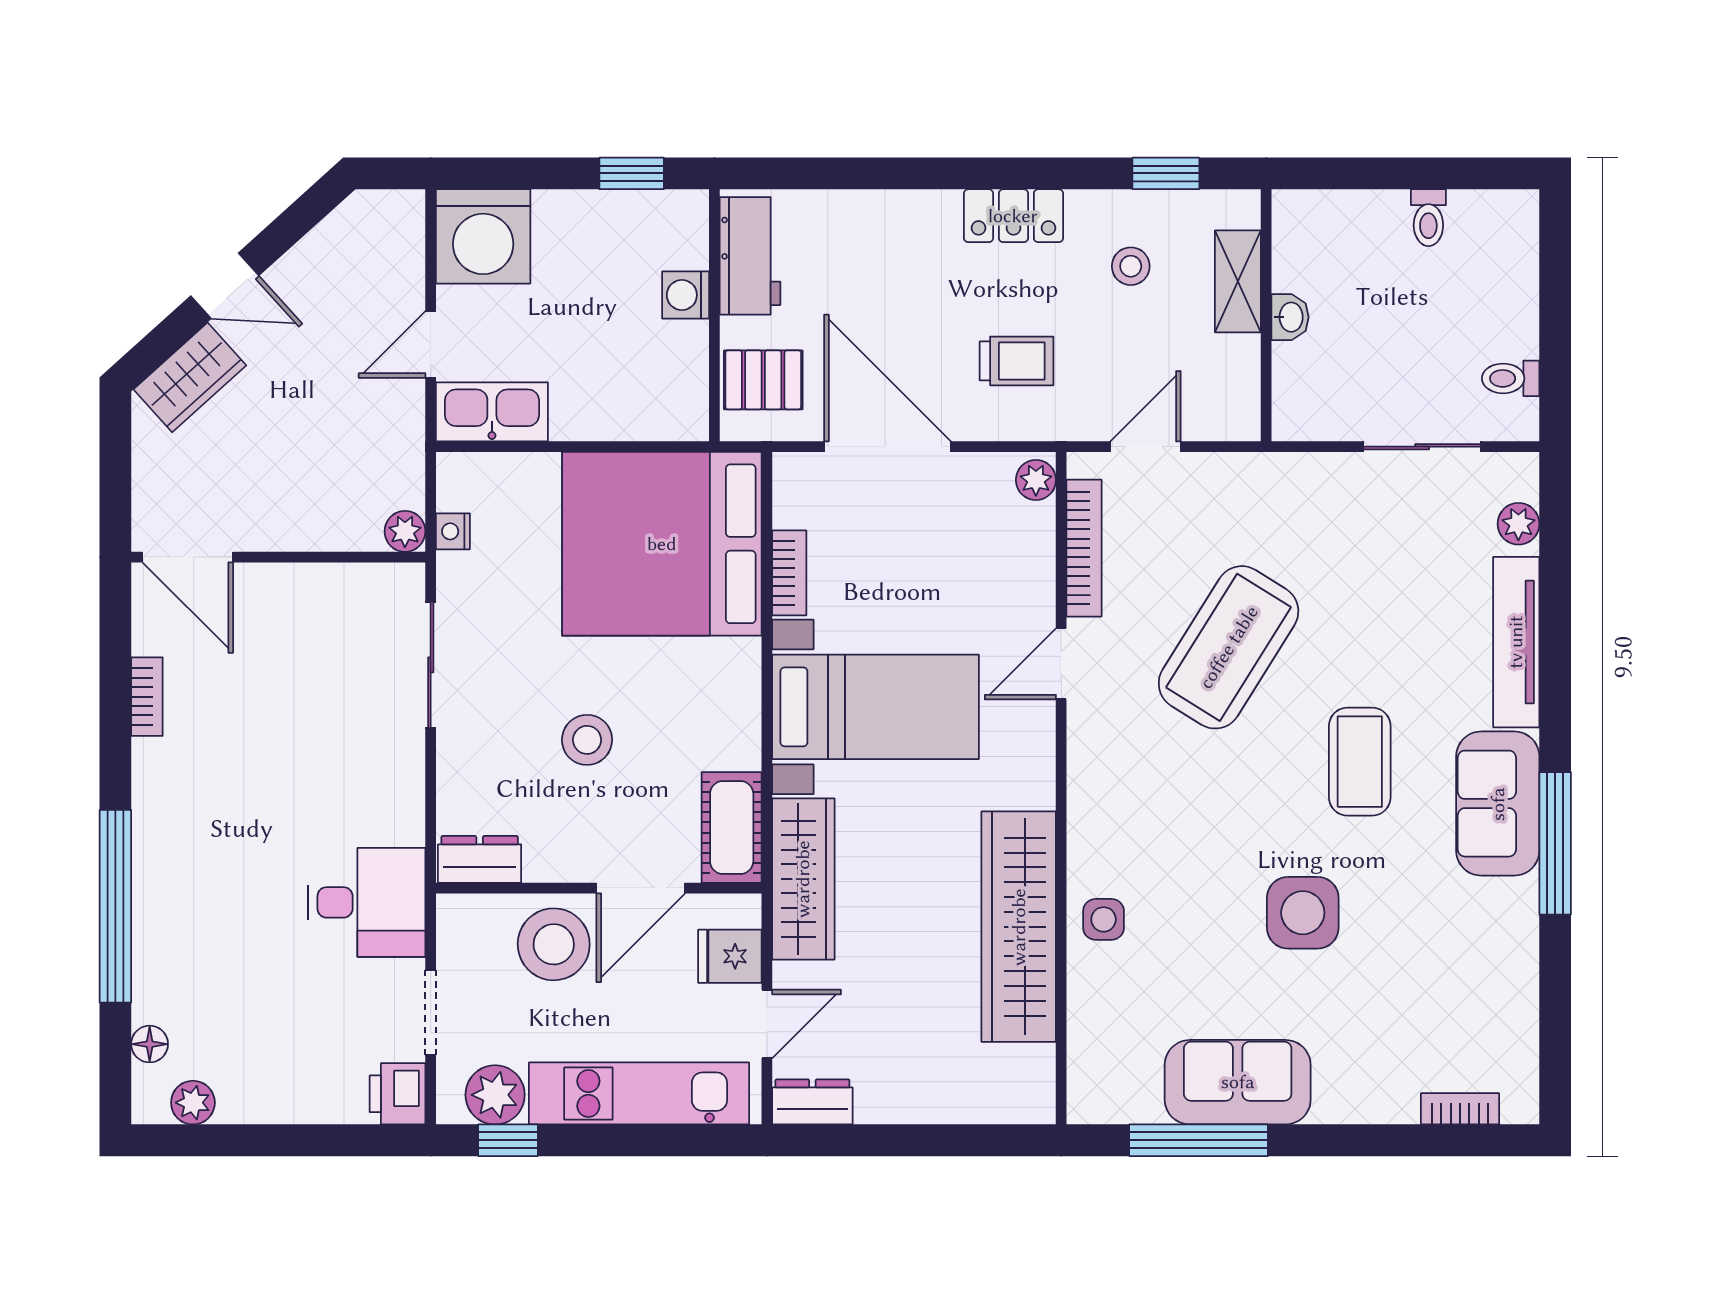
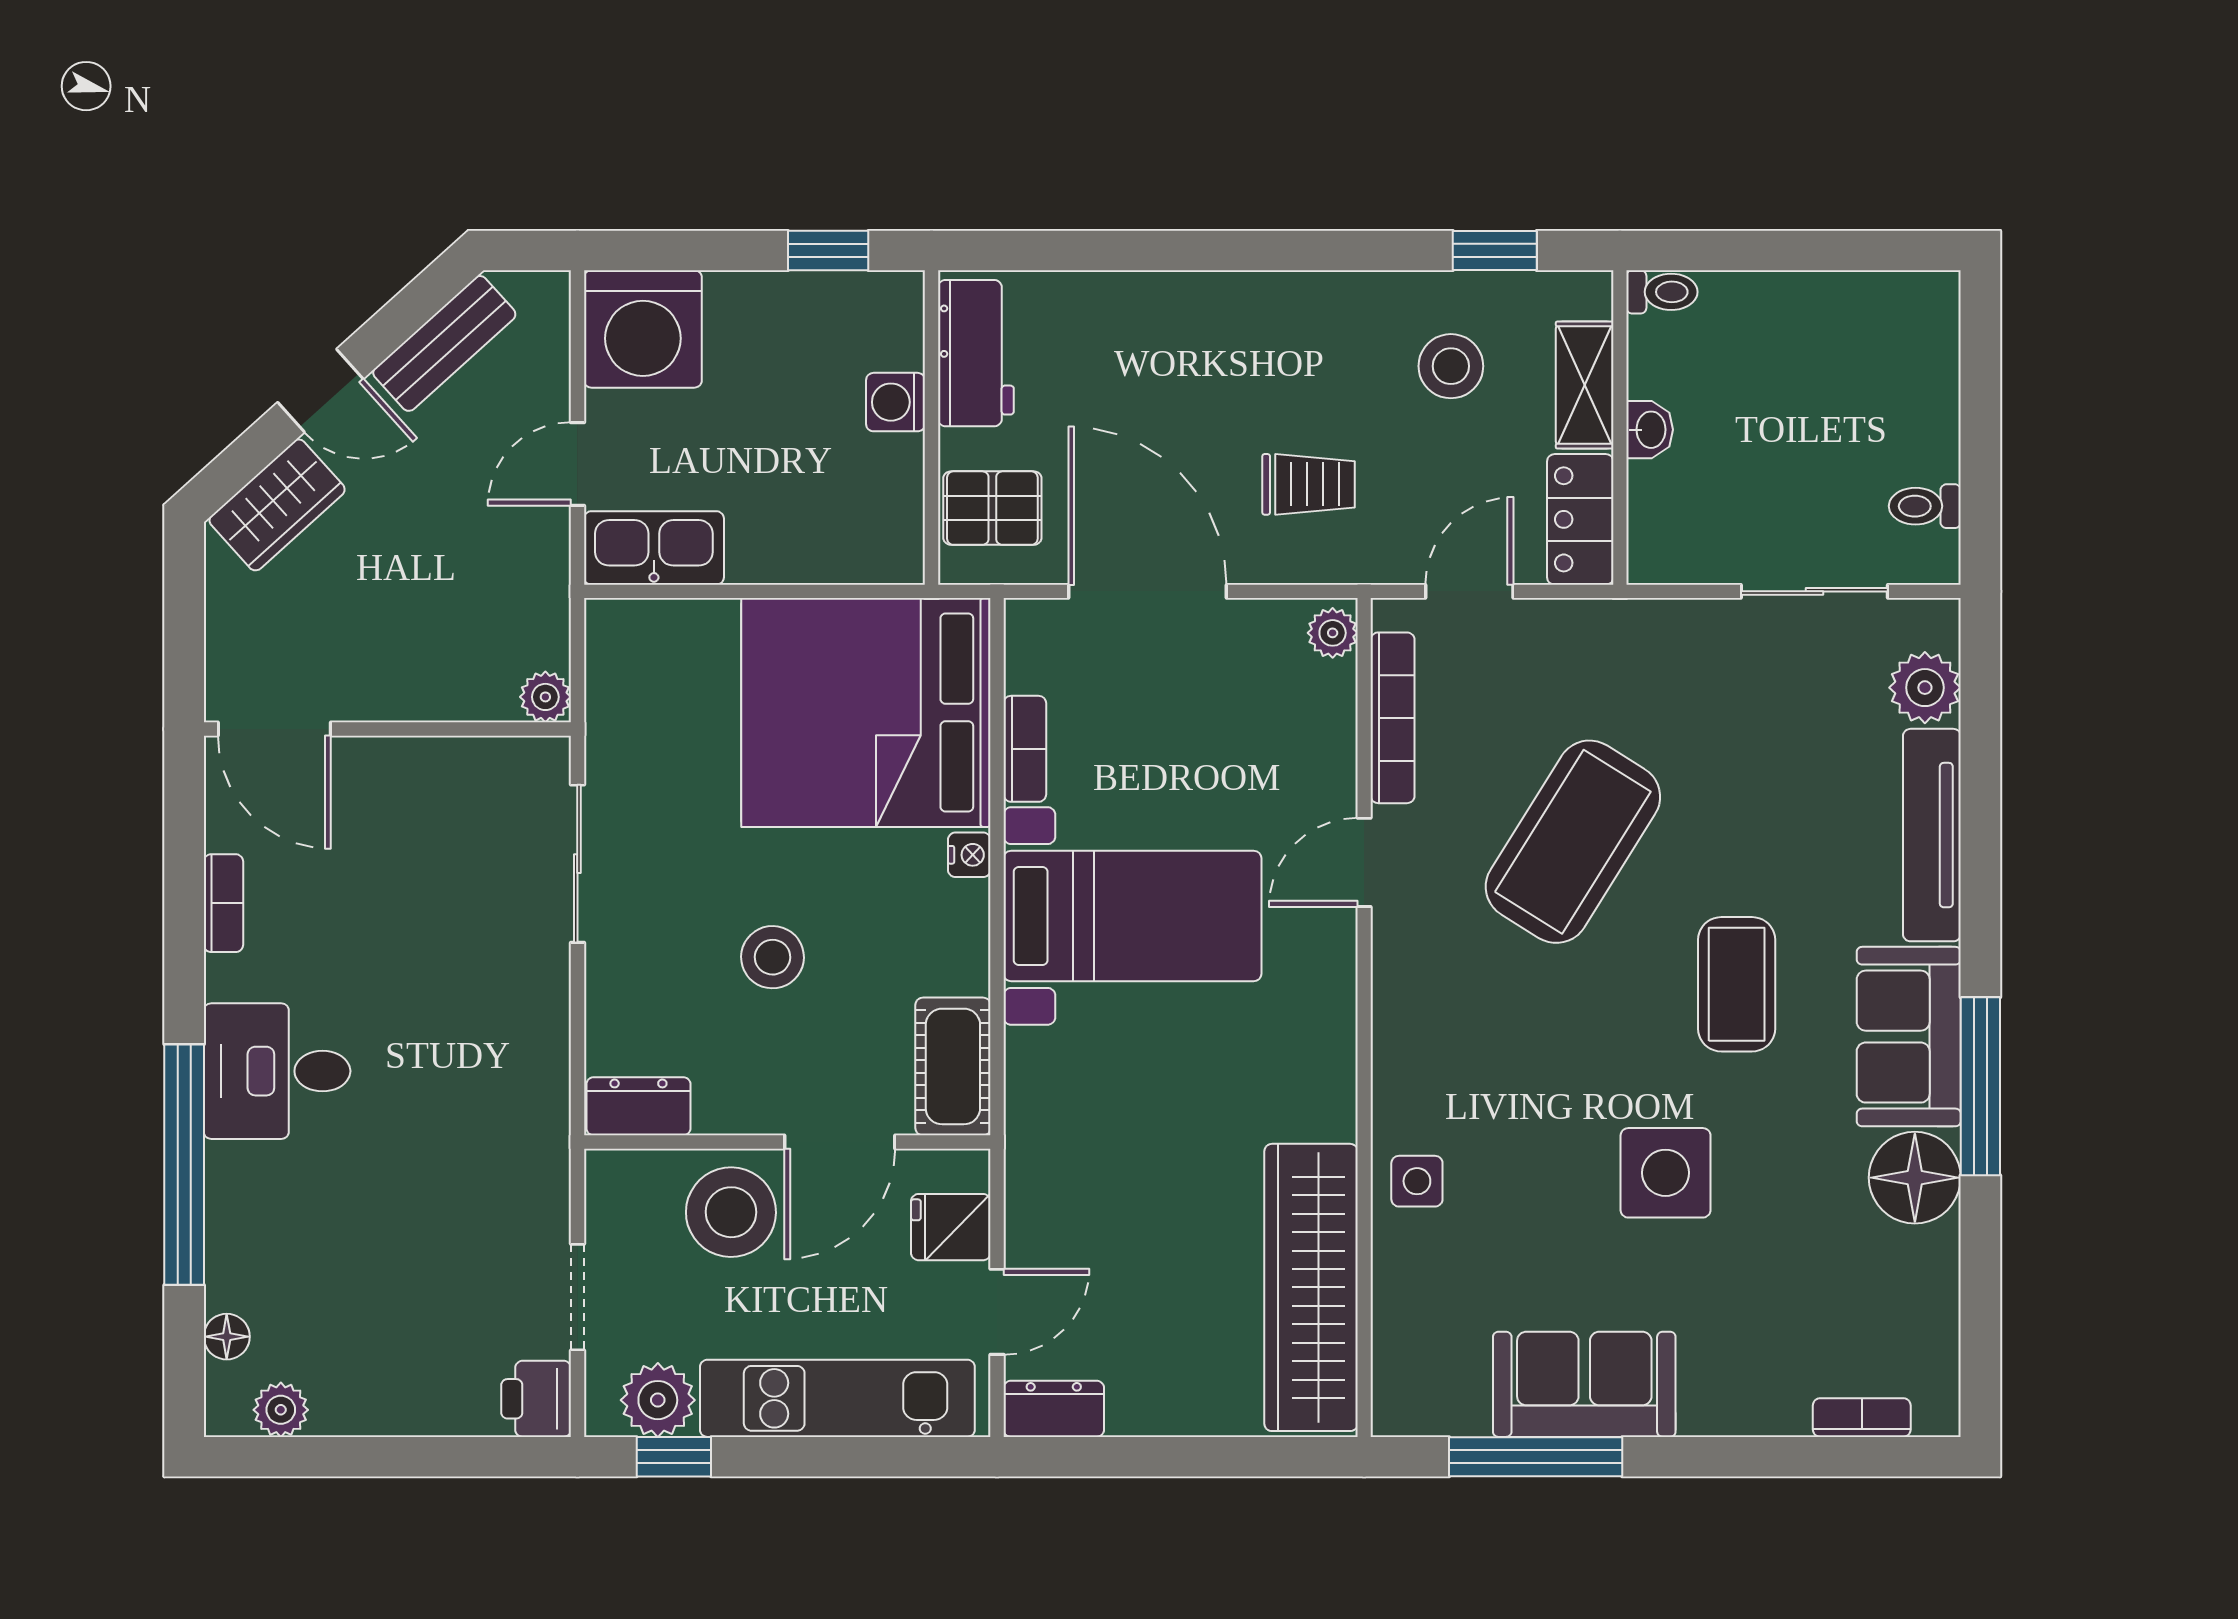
locker: (1013, 216) -> (1580, 519), moved, turned 90
toilet: (1428, 218) -> (1662, 292), moved, turned -90
bench: (324, 248) -> (444, 343), added
stool: (1131, 266) -> (1451, 366), width x1.37, depth x1.37
plant: (1518, 524) -> (1925, 688), width x1.38, depth x1.38
nightstand: (453, 531) -> (969, 855), moved, turned 180
wardrobe: (803, 879) -> (1042, 1131), removed
desk: (367, 902) -> (277, 1071), moved, turned 180
floor lamp: (1503, 917) -> (1915, 1178), added
wardrobe: (1019, 927) -> (1311, 1287), moved

